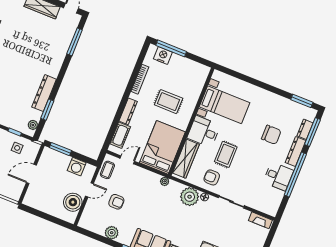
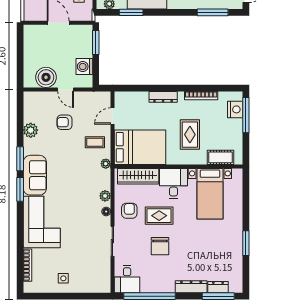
window: (302, 101) -> (246, 243), moved
cot: (120, 135) -> (220, 157), moved
chair: (271, 135) -> (160, 246), moved
door: (127, 160) -> (112, 116), swing flipped
coffee table: (107, 170) -> (95, 142), moved
window: (295, 175) -> (150, 296), moved
desk: (278, 176) -> (127, 279), moved
plant: (190, 197) -> (105, 196), width x0.53, depth x0.53
armchair: (116, 202) -> (65, 122), turned 90
fireplace: (260, 220) -> (105, 279), removed

